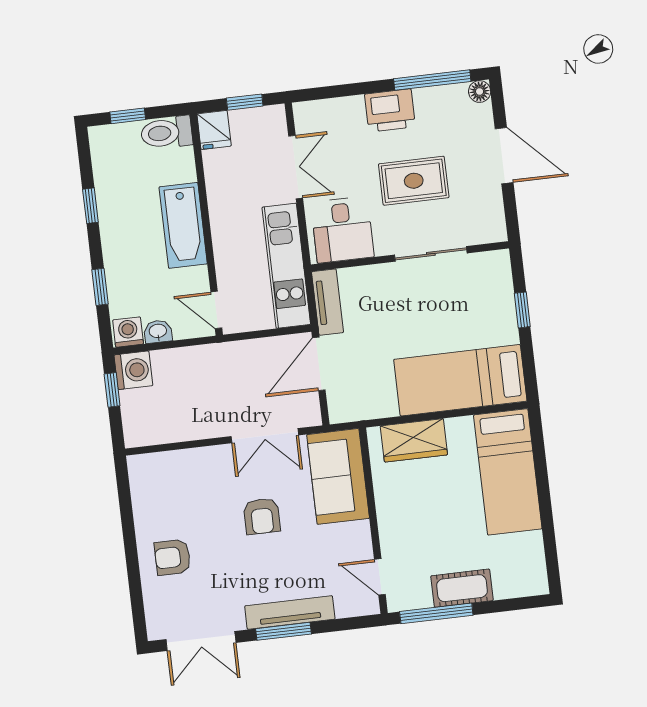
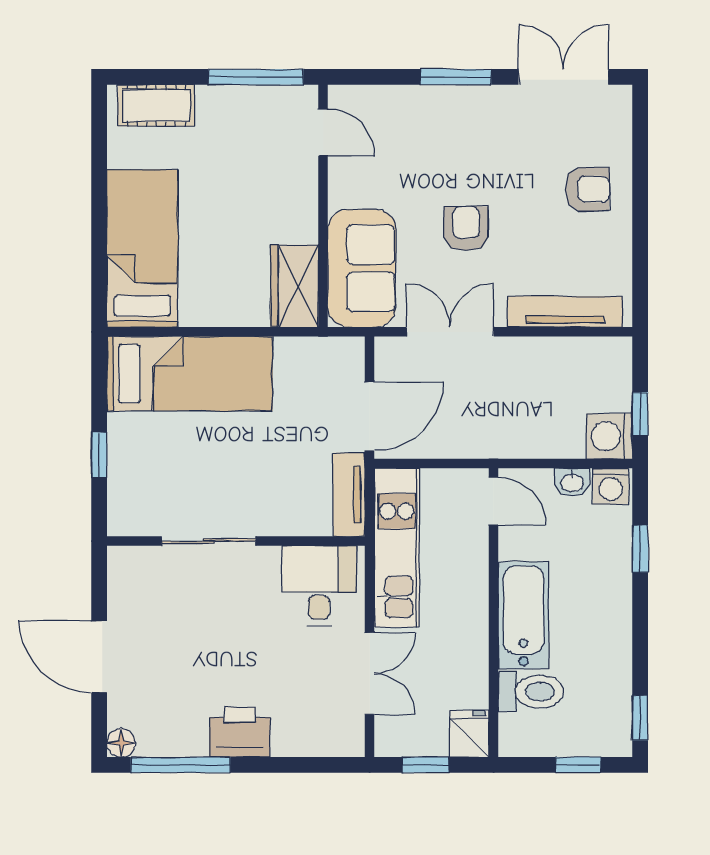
toilet: (167, 133) -> (531, 692), moved
double door: (296, 167) -> (370, 673), swing flipped
rug: (414, 181) -> (220, 638), removed
window: (90, 206) -> (640, 718), moved
wardrobe: (414, 440) -> (295, 286), moved, turned -90
cot: (462, 588) -> (156, 105), moved
tv unit: (290, 612) -> (565, 312), moved, turned 180

